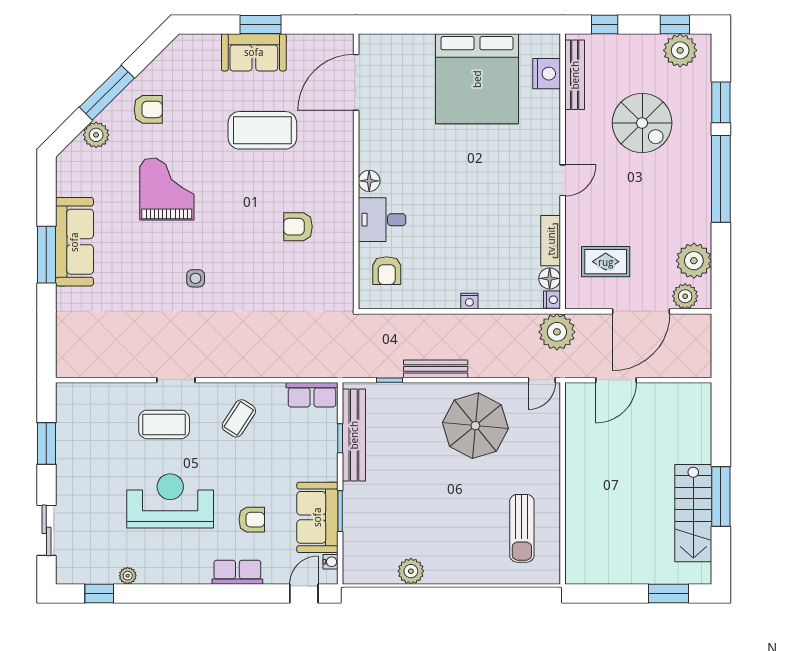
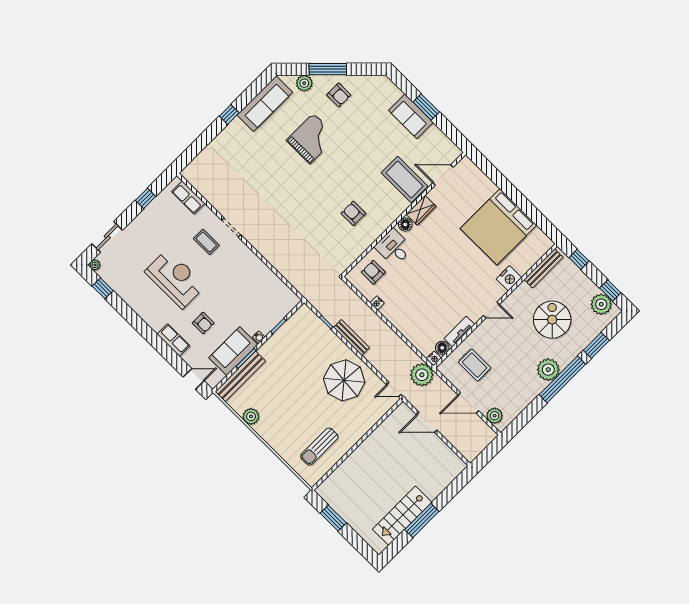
nightstand: (547, 74) -> (509, 278), moved
door: (356, 82) -> (443, 175), width x0.73
spiral stairs: (642, 123) -> (552, 320), turned 180
coffee table: (262, 130) -> (404, 179), moved
wardrobe: (371, 147) -> (421, 210), added
sofa: (74, 242) -> (265, 104), moved
window: (46, 255) -> (229, 114), width x0.46
plant: (694, 261) -> (548, 370), moved
armchair: (387, 271) -> (373, 272), turned 90
side table: (196, 278) -> (285, 191), removed
nightstand: (469, 301) -> (377, 303), moved
door: (641, 311) -> (468, 403), width x0.73
row of seats: (312, 395) -> (188, 198), moved
coffee table: (239, 418) -> (242, 272), removed
coffee table: (164, 424) -> (206, 242), width x0.73, depth x0.77
bench: (354, 435) -> (240, 376), moved
window: (46, 444) -> (146, 198), width x0.67
water cooler: (330, 562) -> (259, 337), moved
plant: (128, 576) -> (95, 265), moved
window: (668, 593) -> (333, 518), moved

